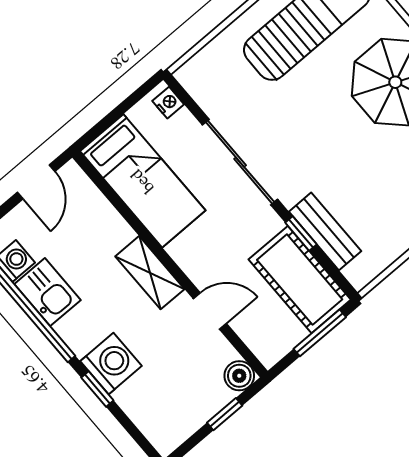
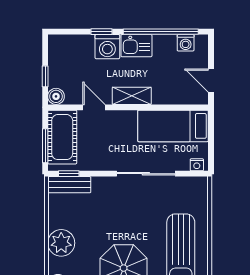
bench: (325, 231) -> (69, 185), moved
window: (301, 233) -> (69, 174), moved
cot: (300, 280) -> (62, 137), moved, turned 90
kitchen sink: (47, 292) -> (136, 46), moved
door: (210, 311) -> (94, 107), swing flipped

